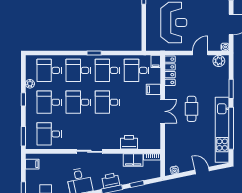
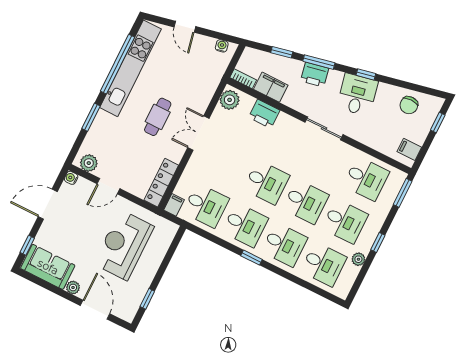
filing cabinet: (153, 89) -> (196, 169), removed
plant: (154, 140) -> (230, 100), added

